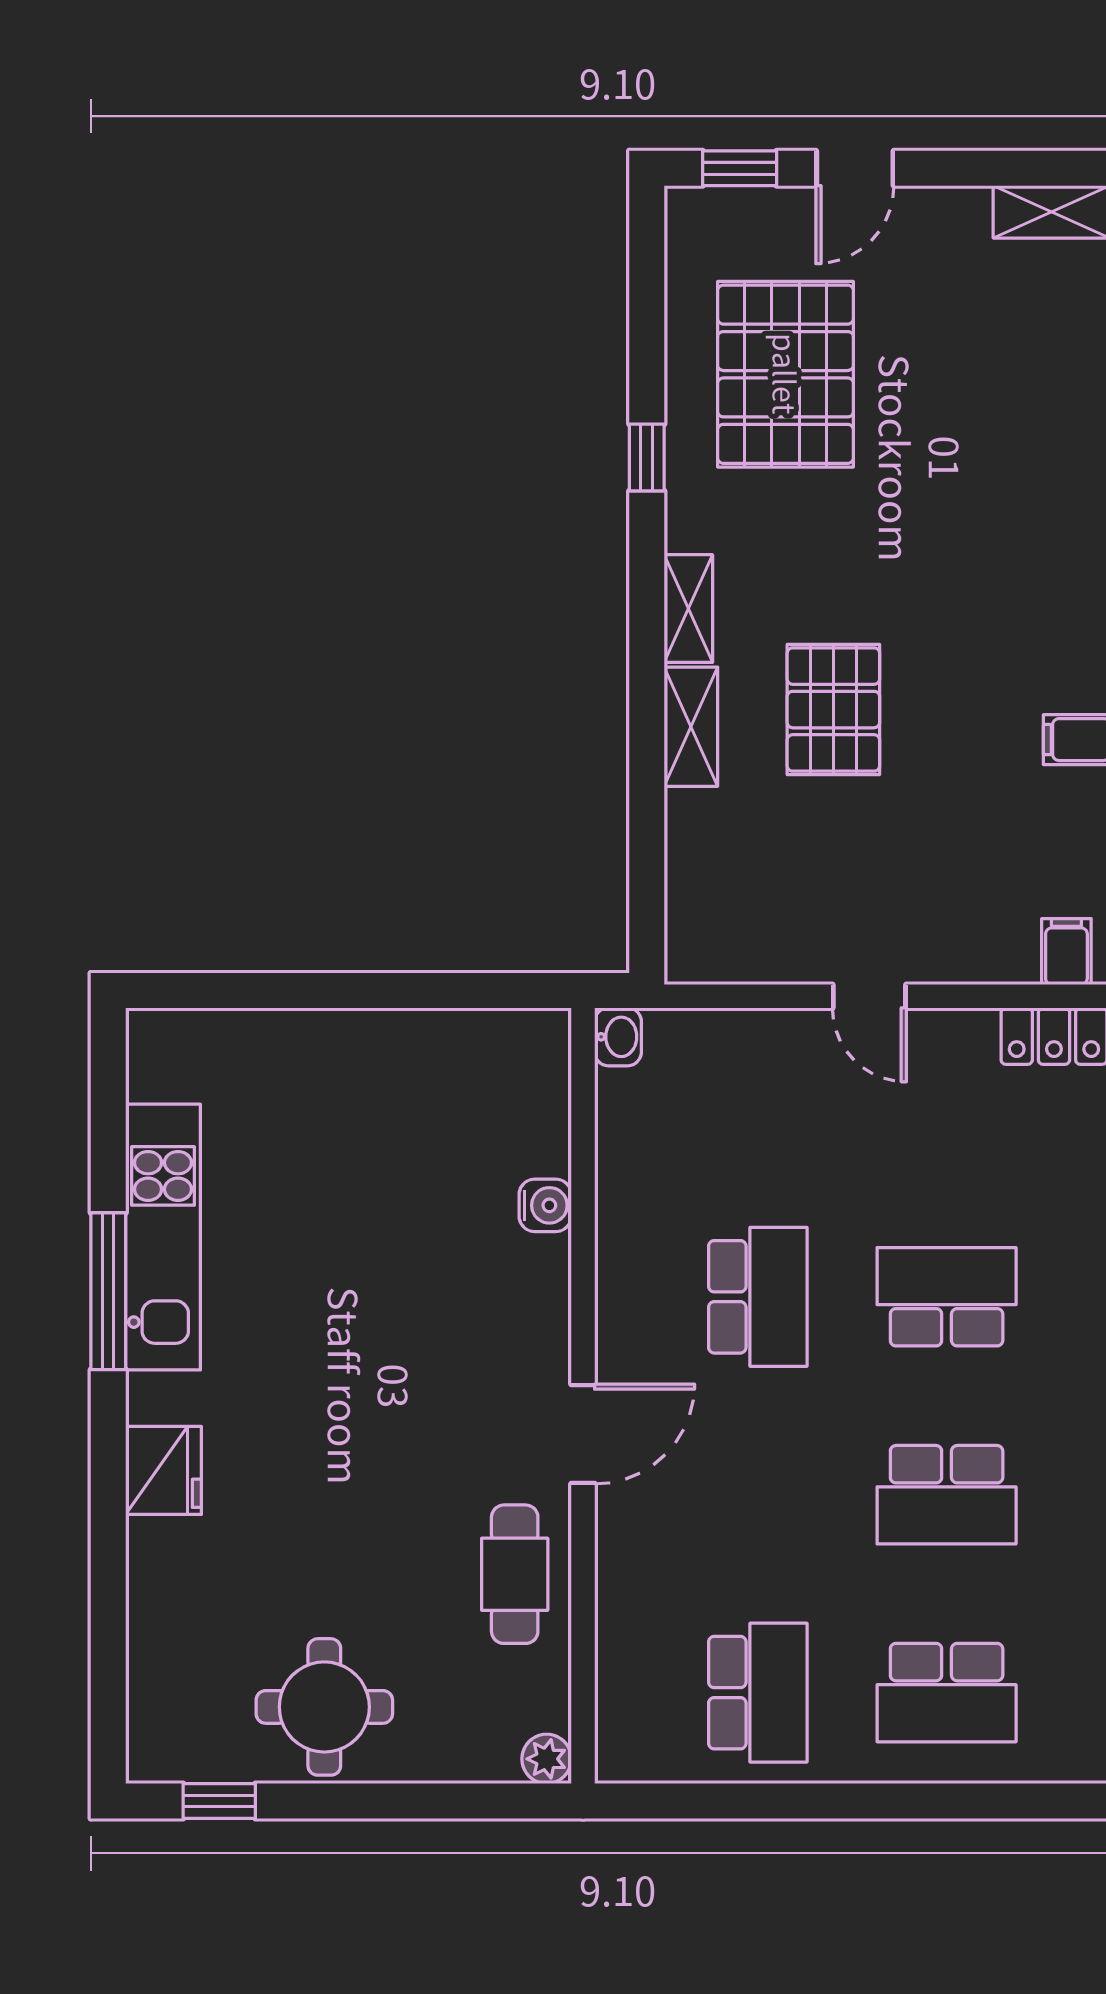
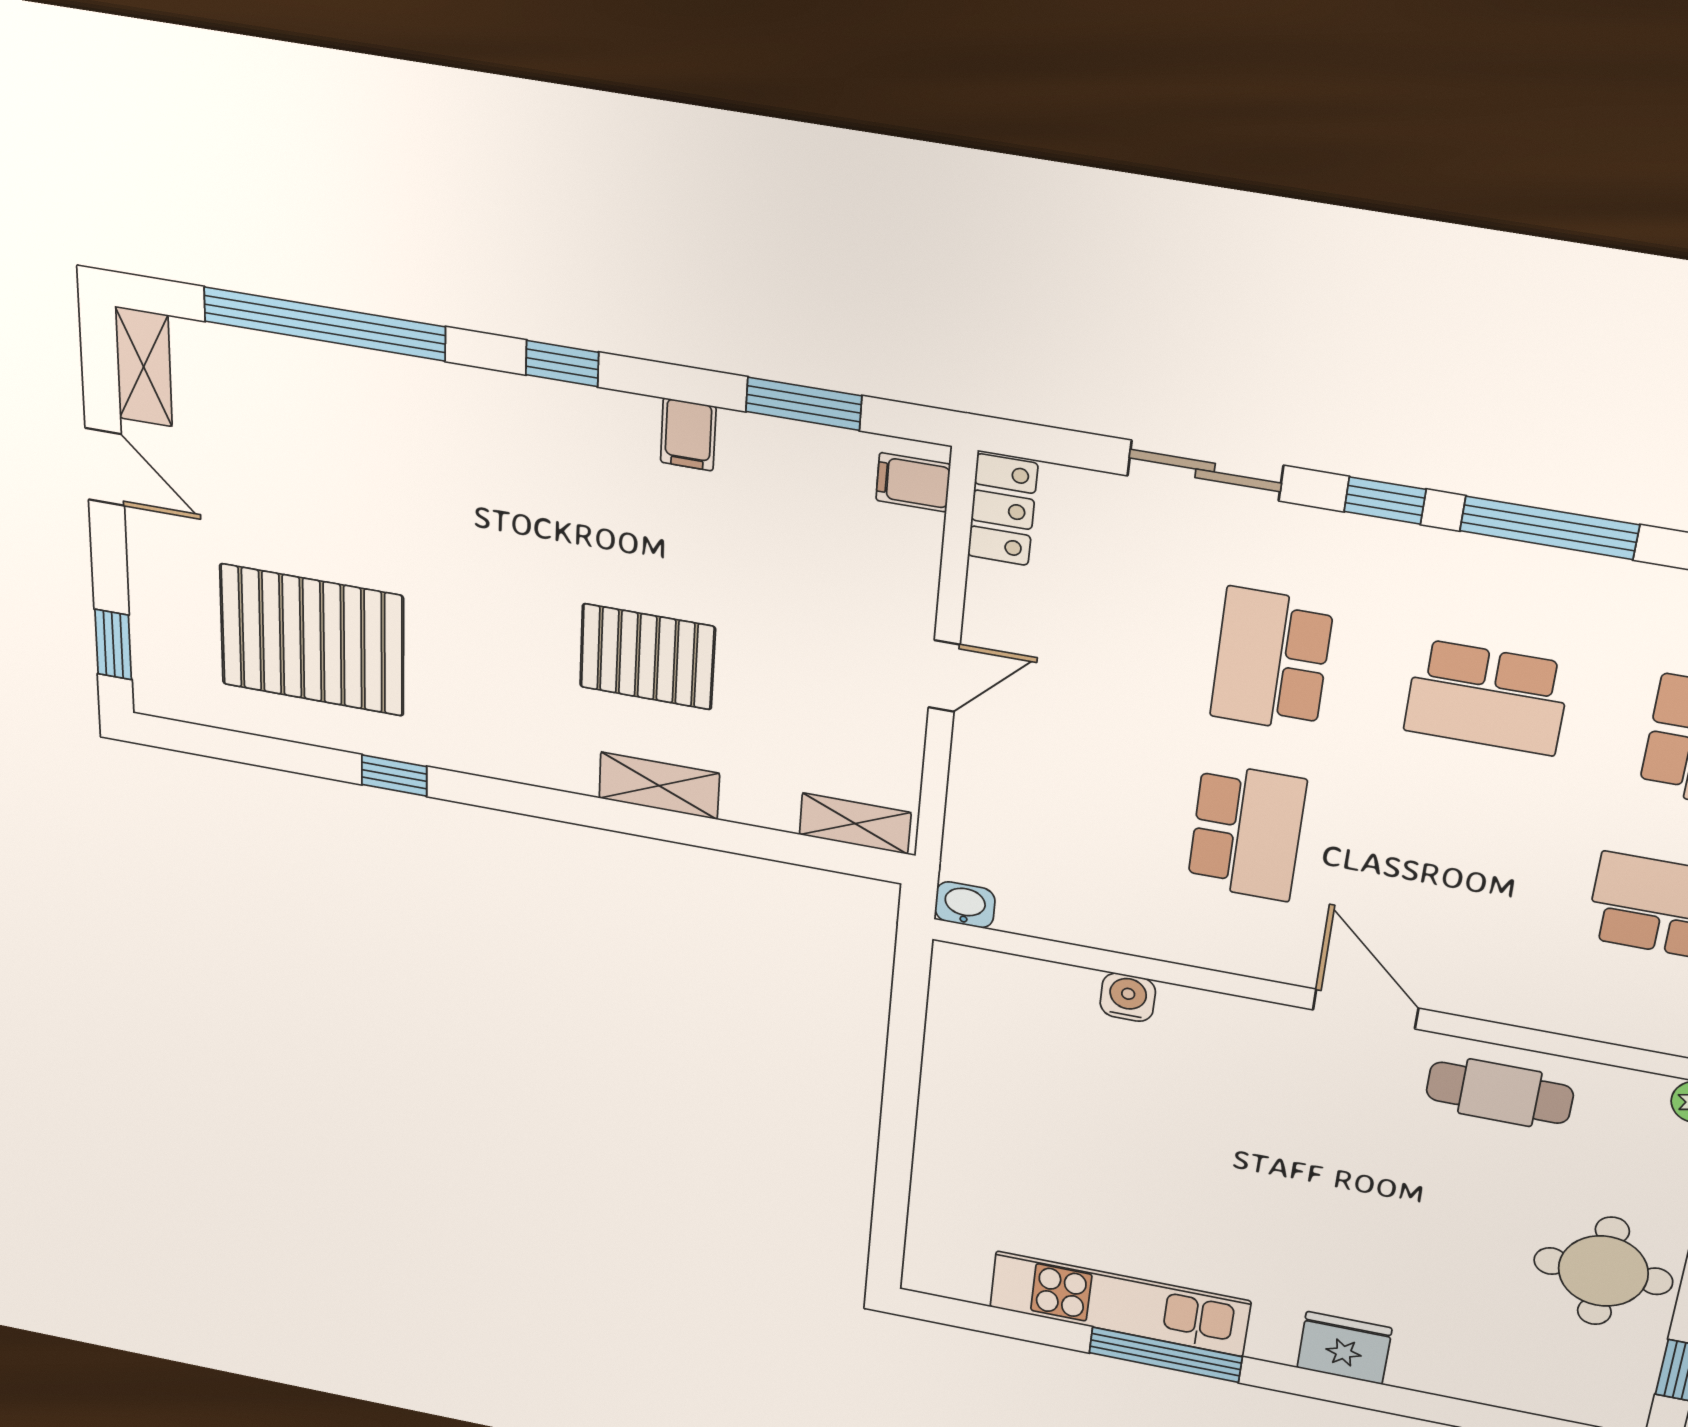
door: (855, 168) -> (105, 467), moved
shelving: (688, 609) -> (855, 824), moved
school desk: (758, 1297) -> (1247, 832), turned 90
school desk: (947, 1495) -> (1487, 697), turned 90

